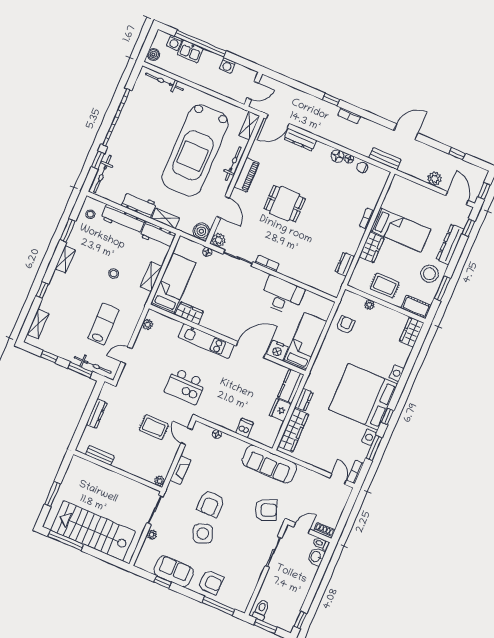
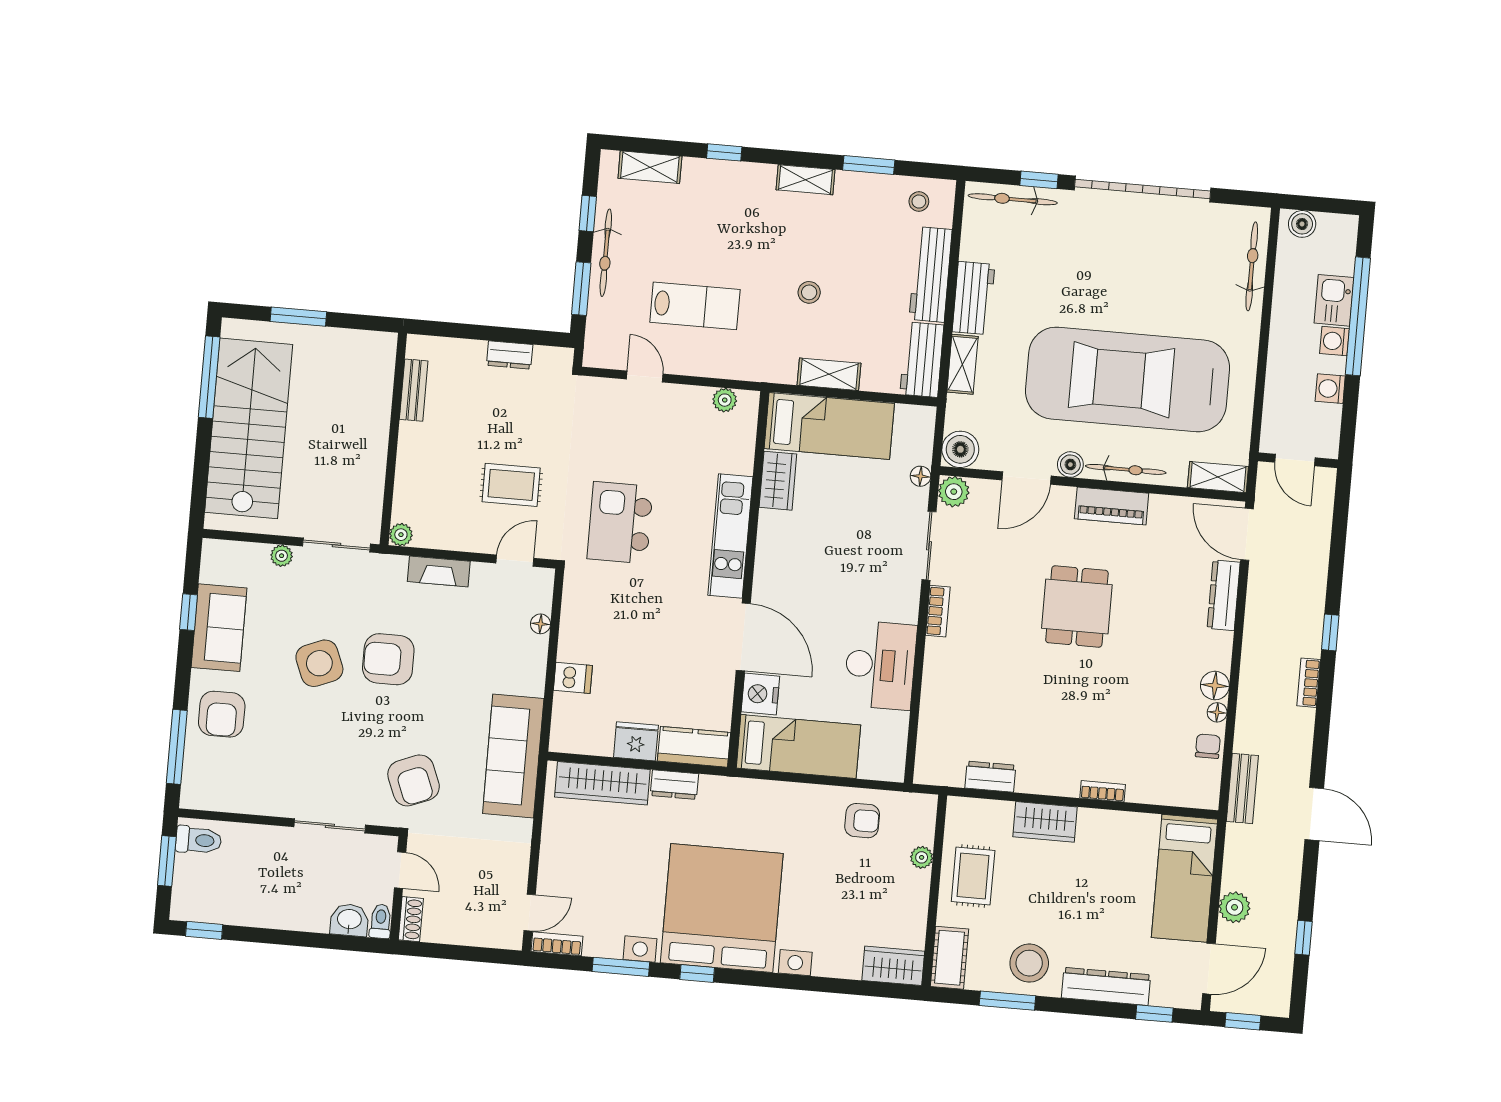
washing machine: (174, 43) -> (1335, 341), moved
boiler: (223, 187) -> (1070, 465), added
bed: (401, 230) -> (1184, 878), moved
bicycle: (93, 365) -> (606, 253), moved
dresser: (97, 414) -> (510, 355), width x0.70
rug: (154, 427) -> (511, 485), turned 90

